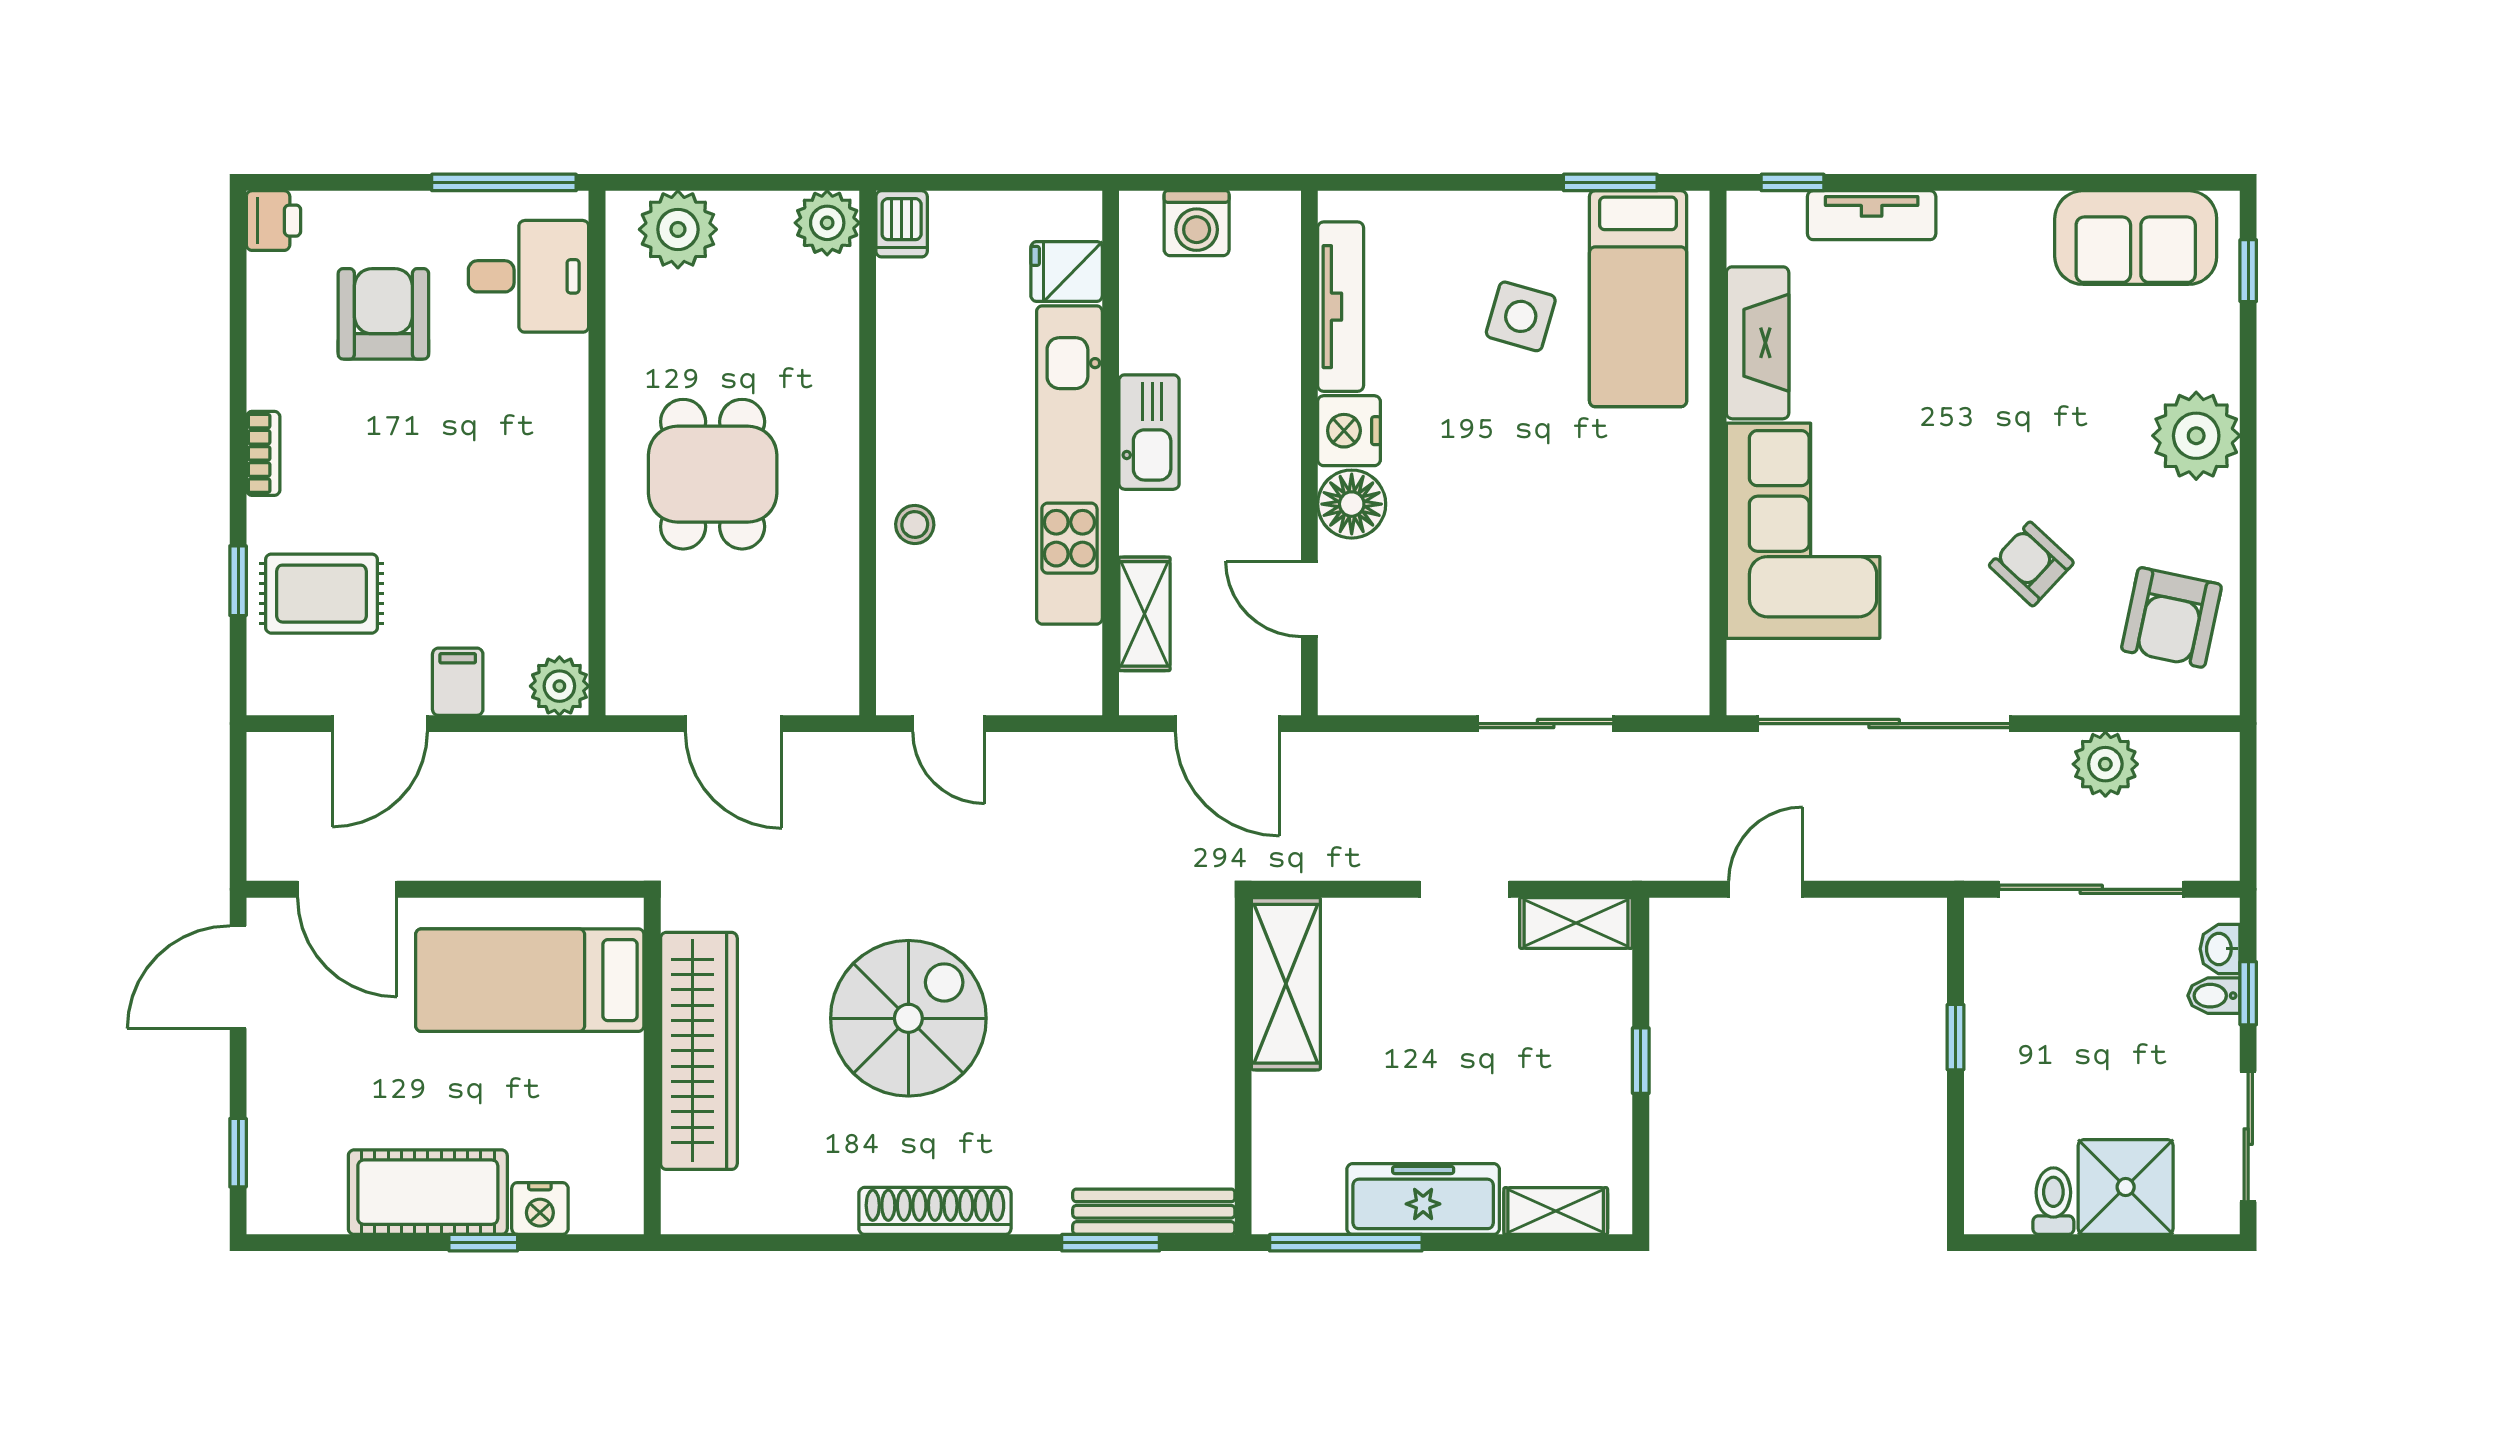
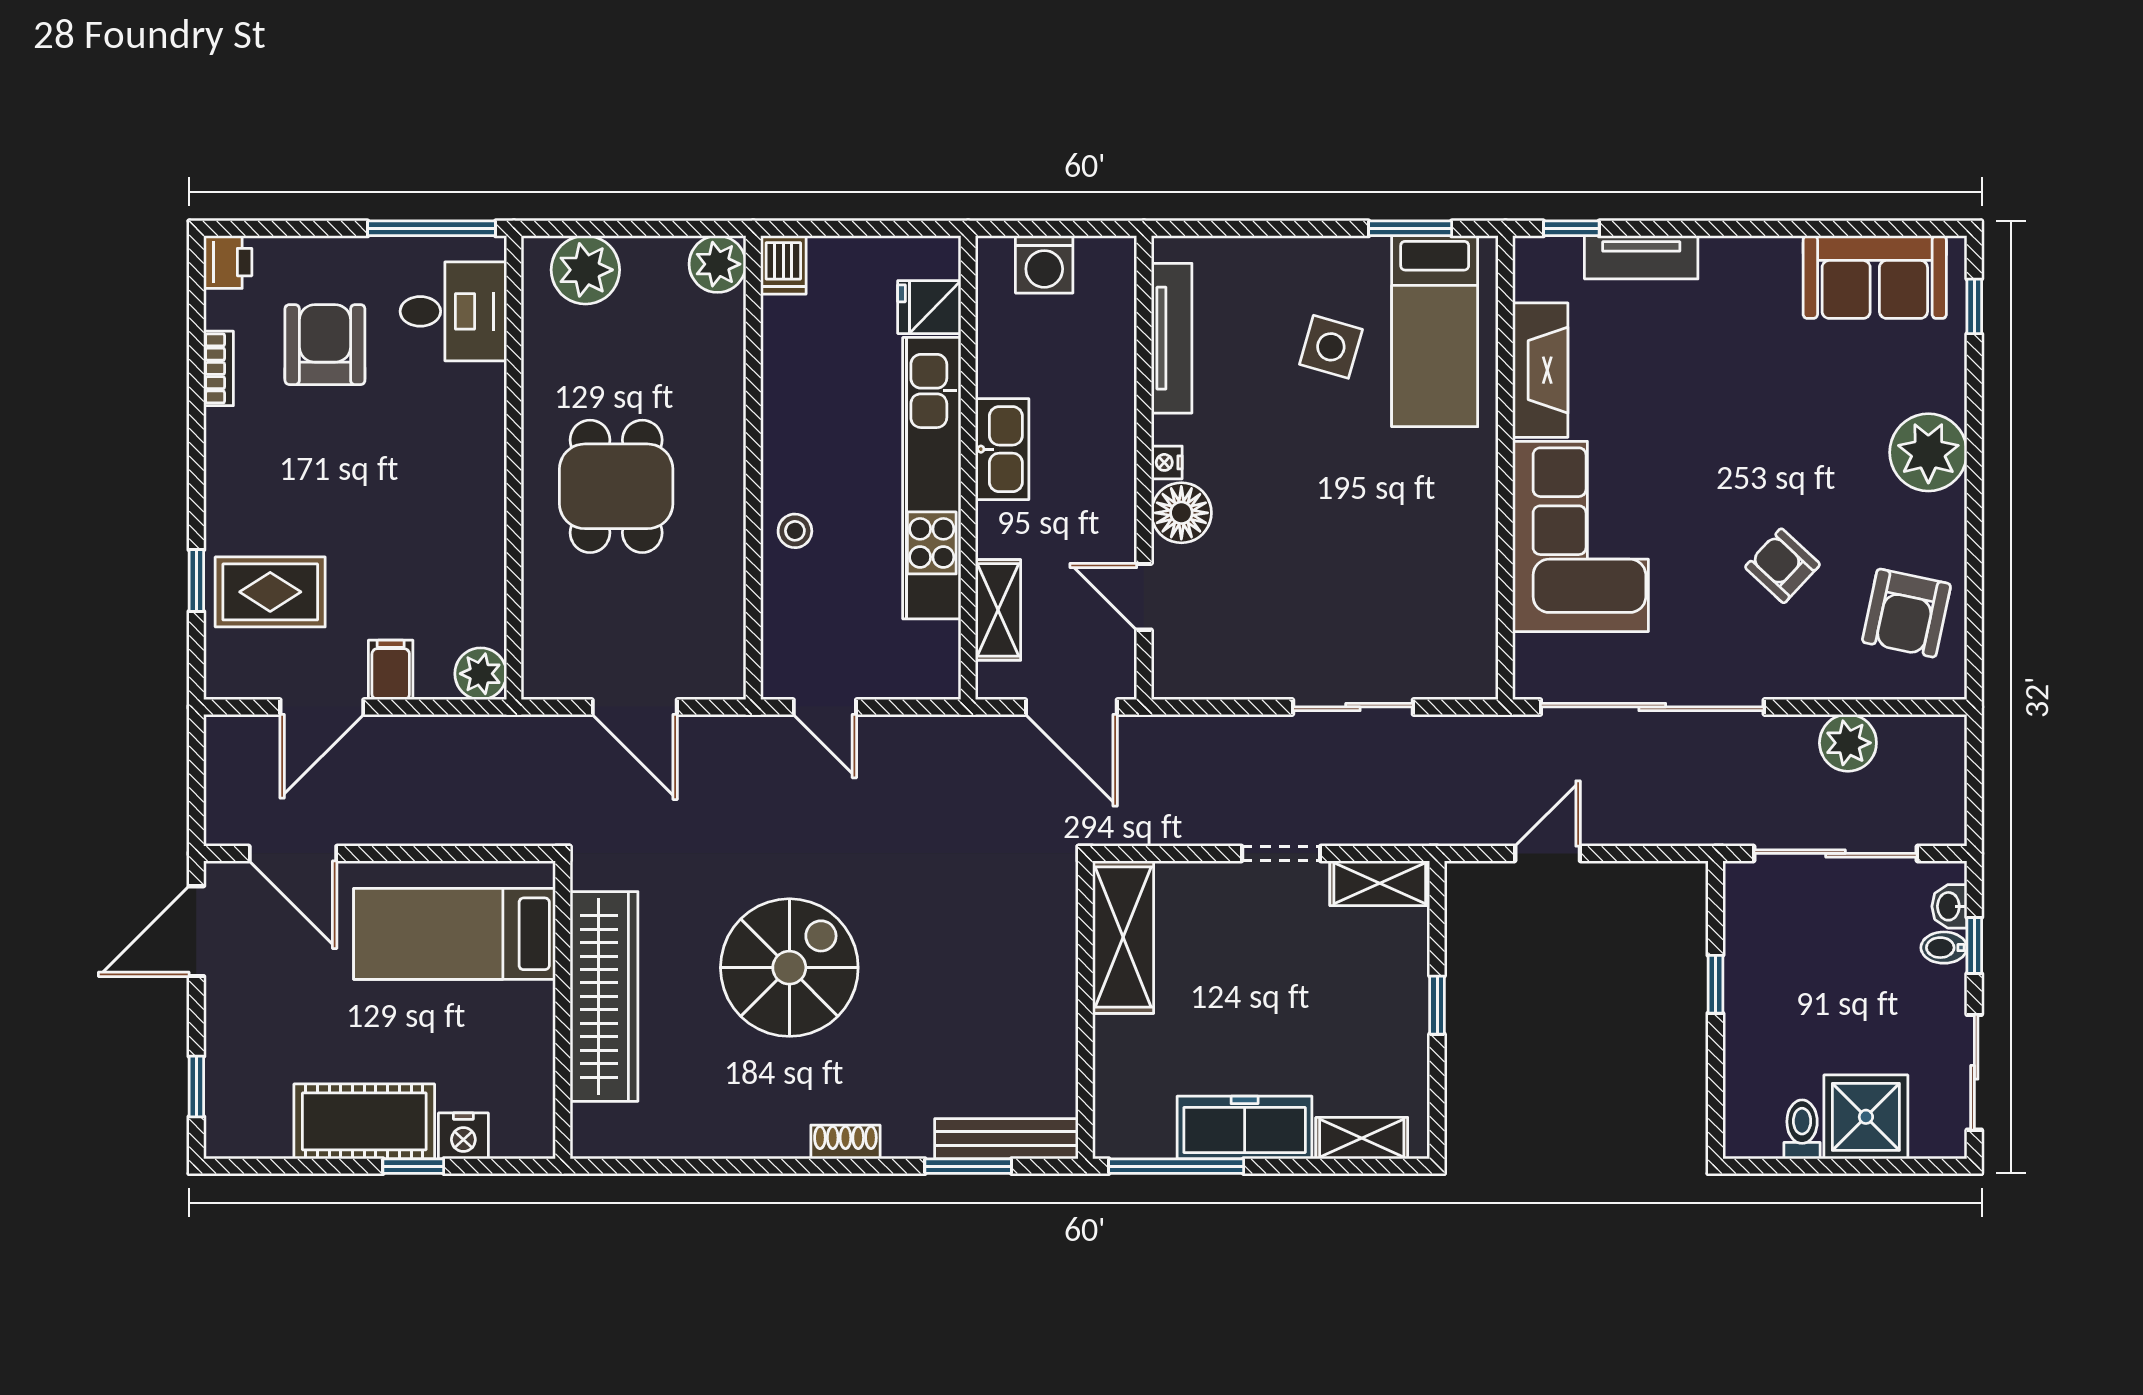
nightstand: (1349, 431) -> (1167, 462), width x0.53, depth x0.56
bookcase: (263, 453) -> (219, 368), moved
shoe rack: (935, 1211) -> (845, 1142), width x0.51, depth x0.81

